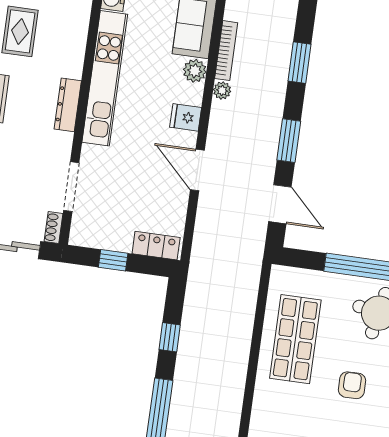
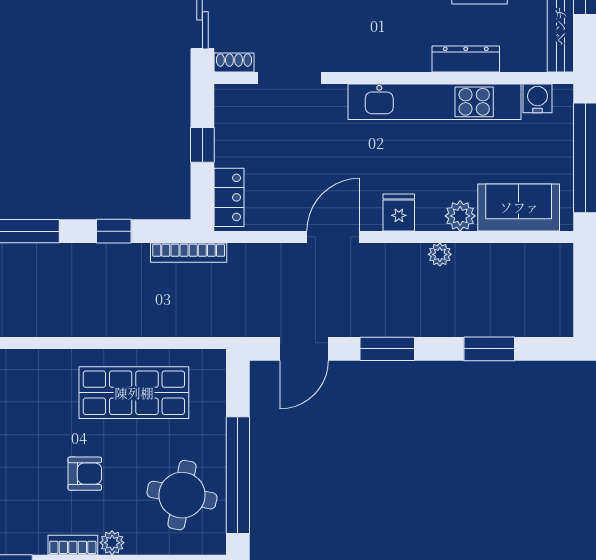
bookcase: (226, 51) -> (189, 253), moved
dresser: (68, 105) -> (466, 59), moved

